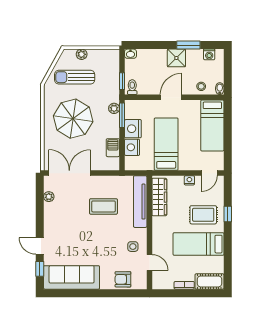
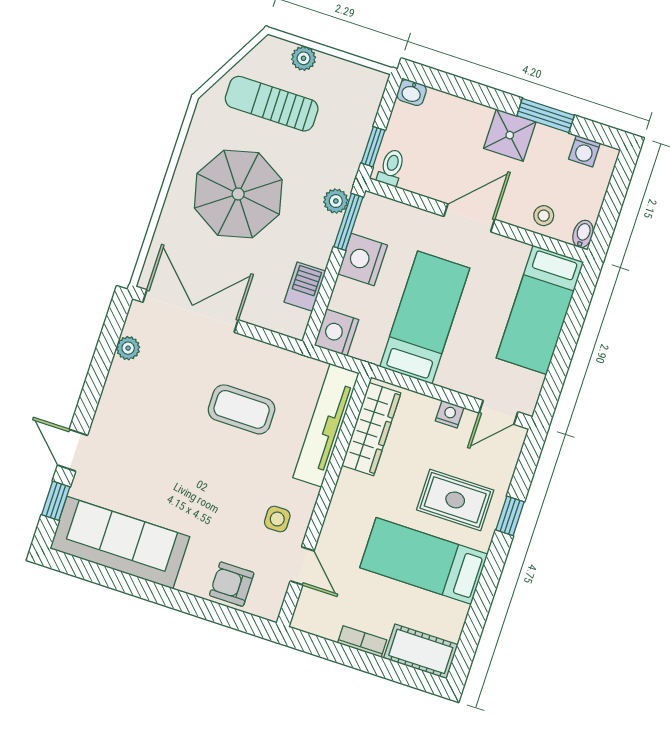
nightstand: (132, 147) -> (337, 332), moved

